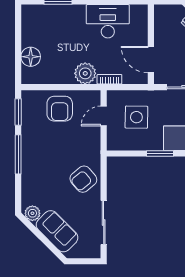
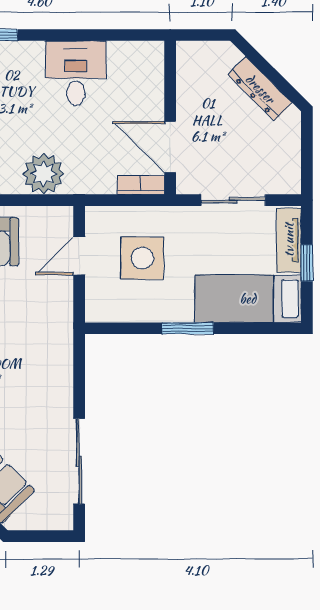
desk: (108, 21) -> (76, 73), width x0.73
bookcase: (109, 79) -> (141, 185), moved
armchair: (83, 179) -> (40, 378), removed

